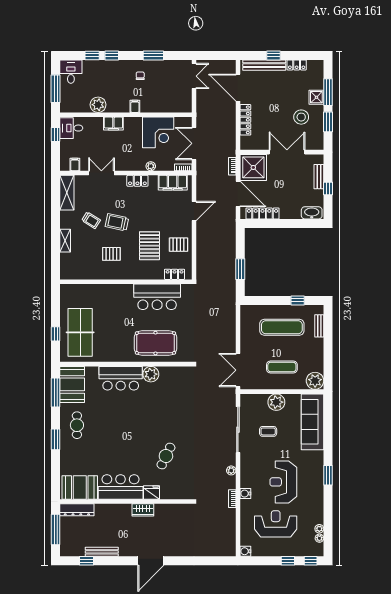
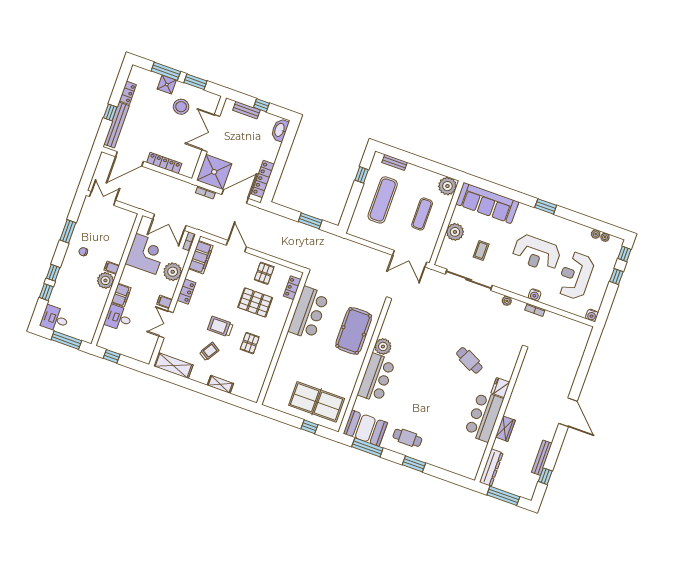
plant: (98, 105) -> (105, 280), moved
desk: (71, 128) -> (118, 318), moved, turned 90
filing cabinet: (75, 164) -> (165, 302), moved
plant: (151, 166) -> (173, 272), width x1.87, depth x1.87
trolley: (117, 222) -> (220, 327), turned 78
booth: (80, 487) -> (470, 457), removed
wardrobe: (143, 510) -> (505, 429), moved

